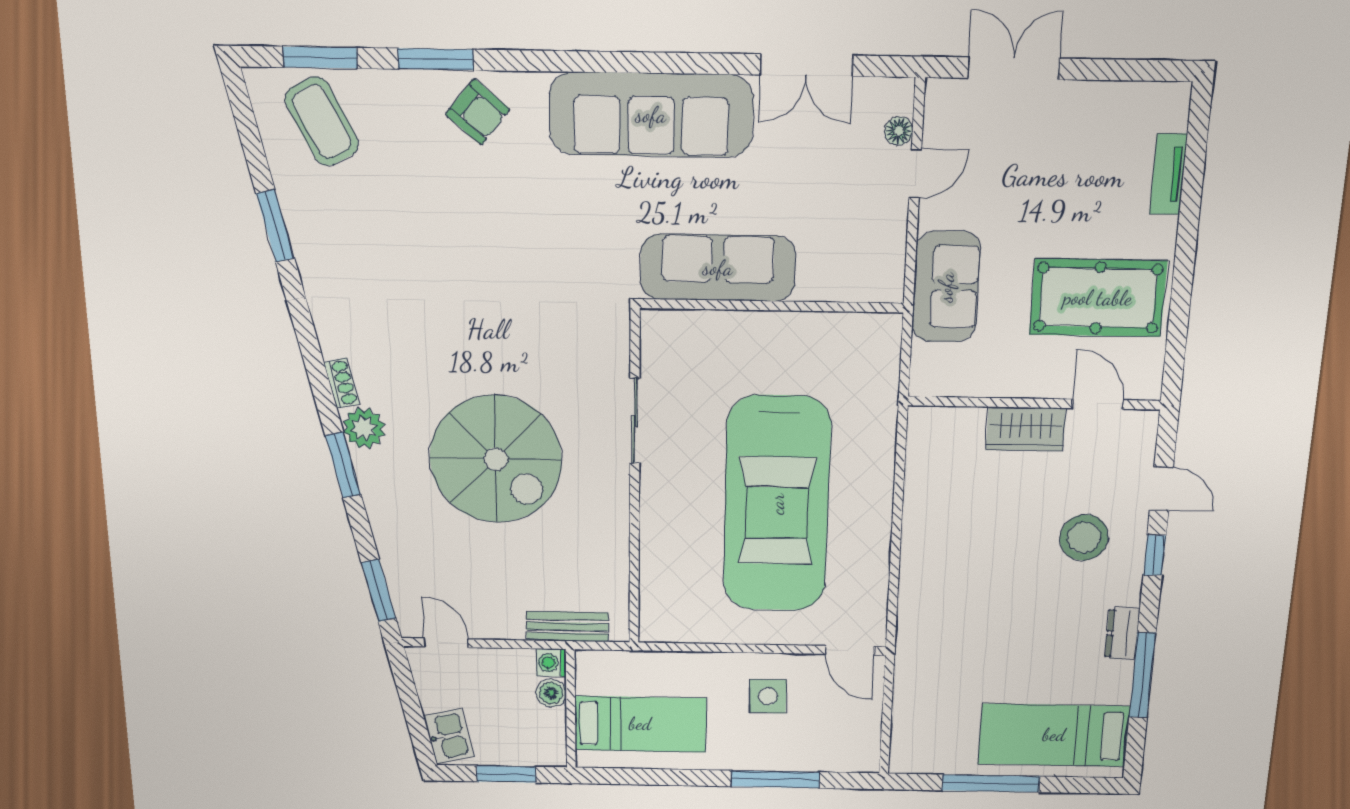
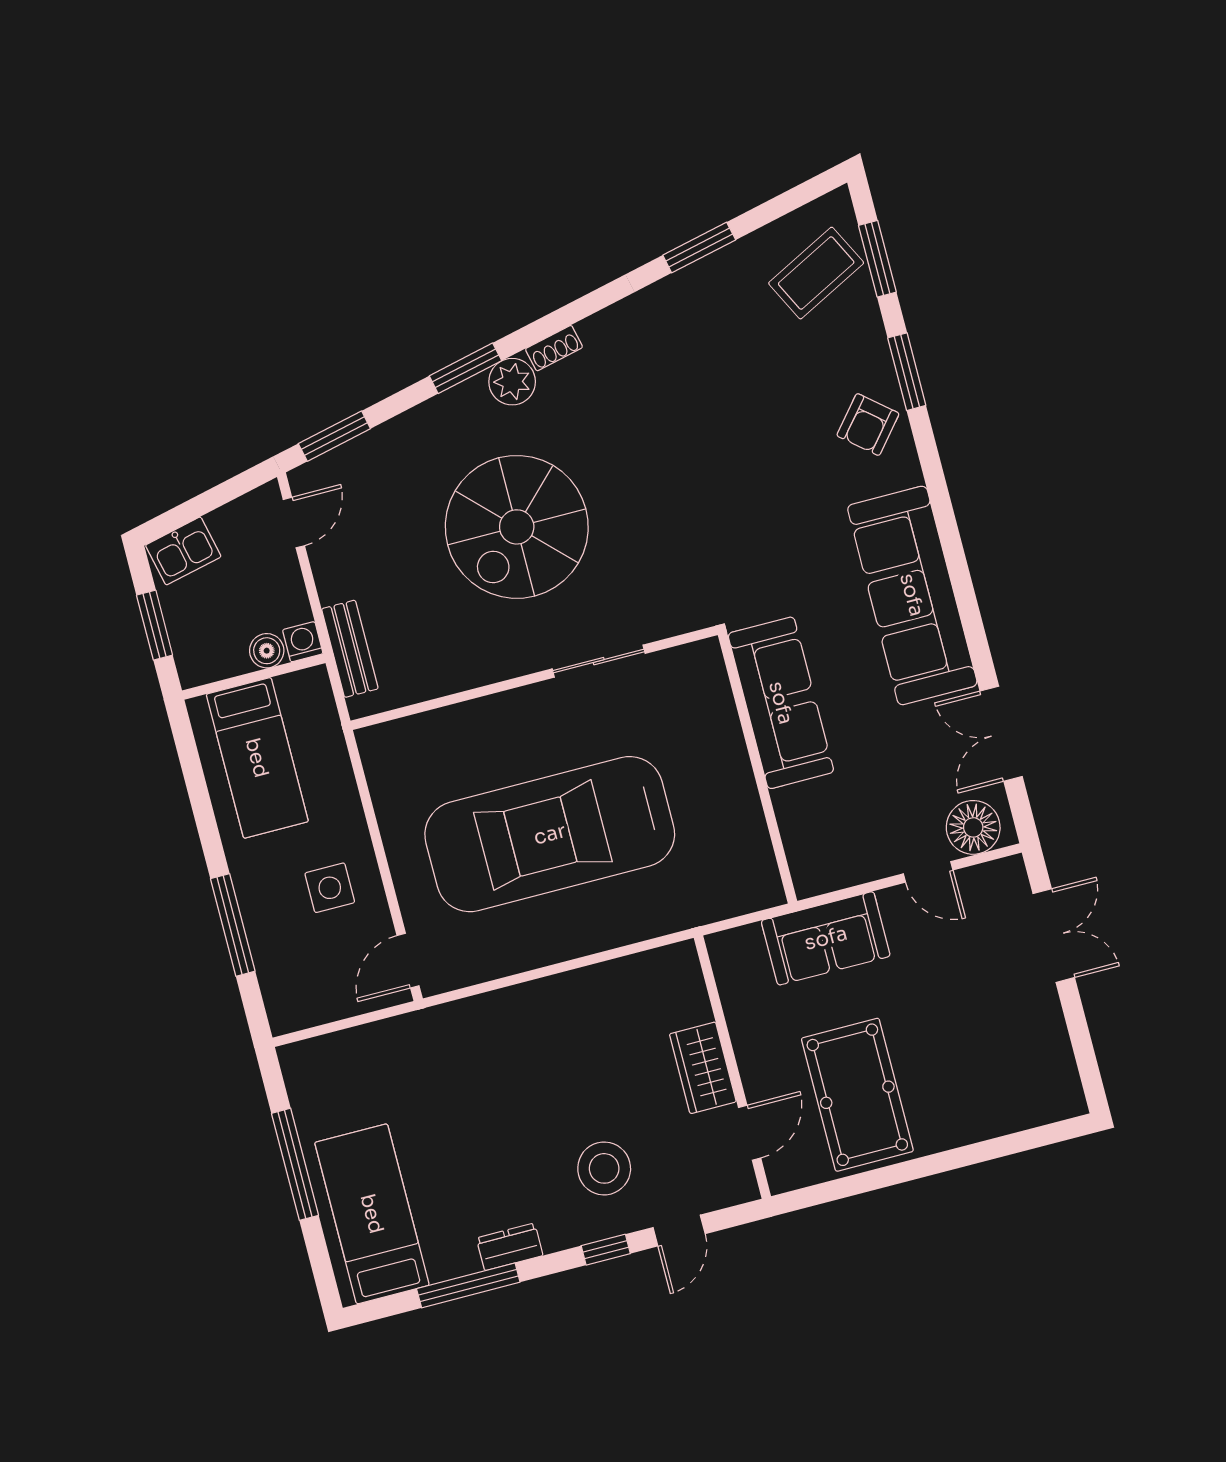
floor lamp: (899, 131) -> (973, 827), width x1.89, depth x1.89
tv unit: (1168, 174) -> (997, 1121), removed

